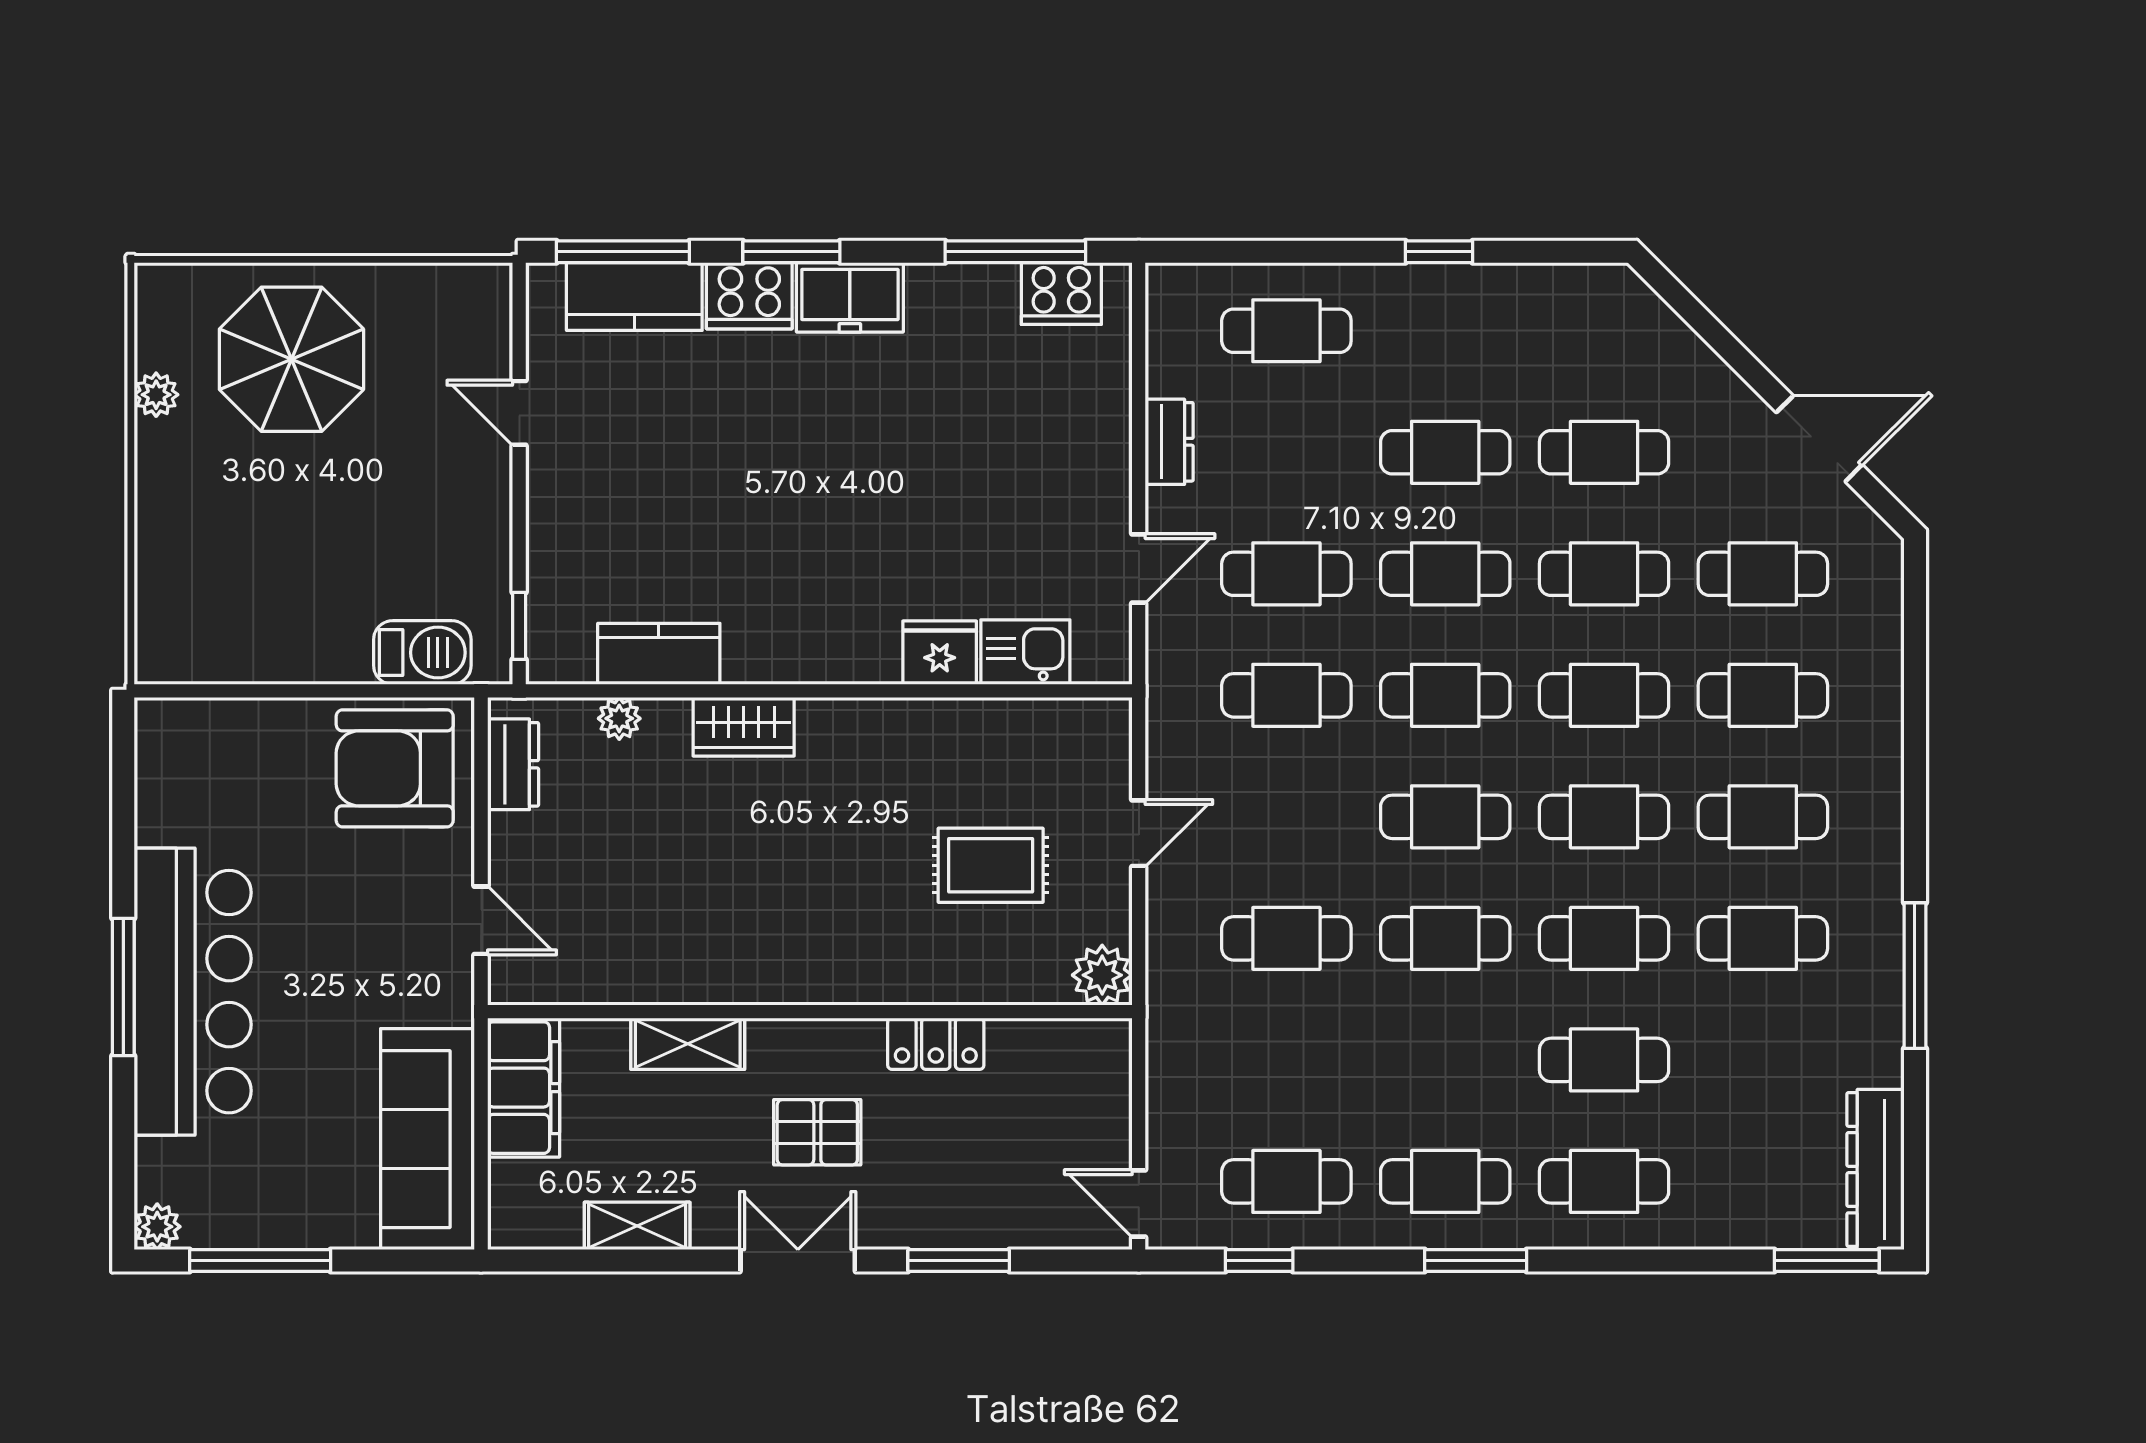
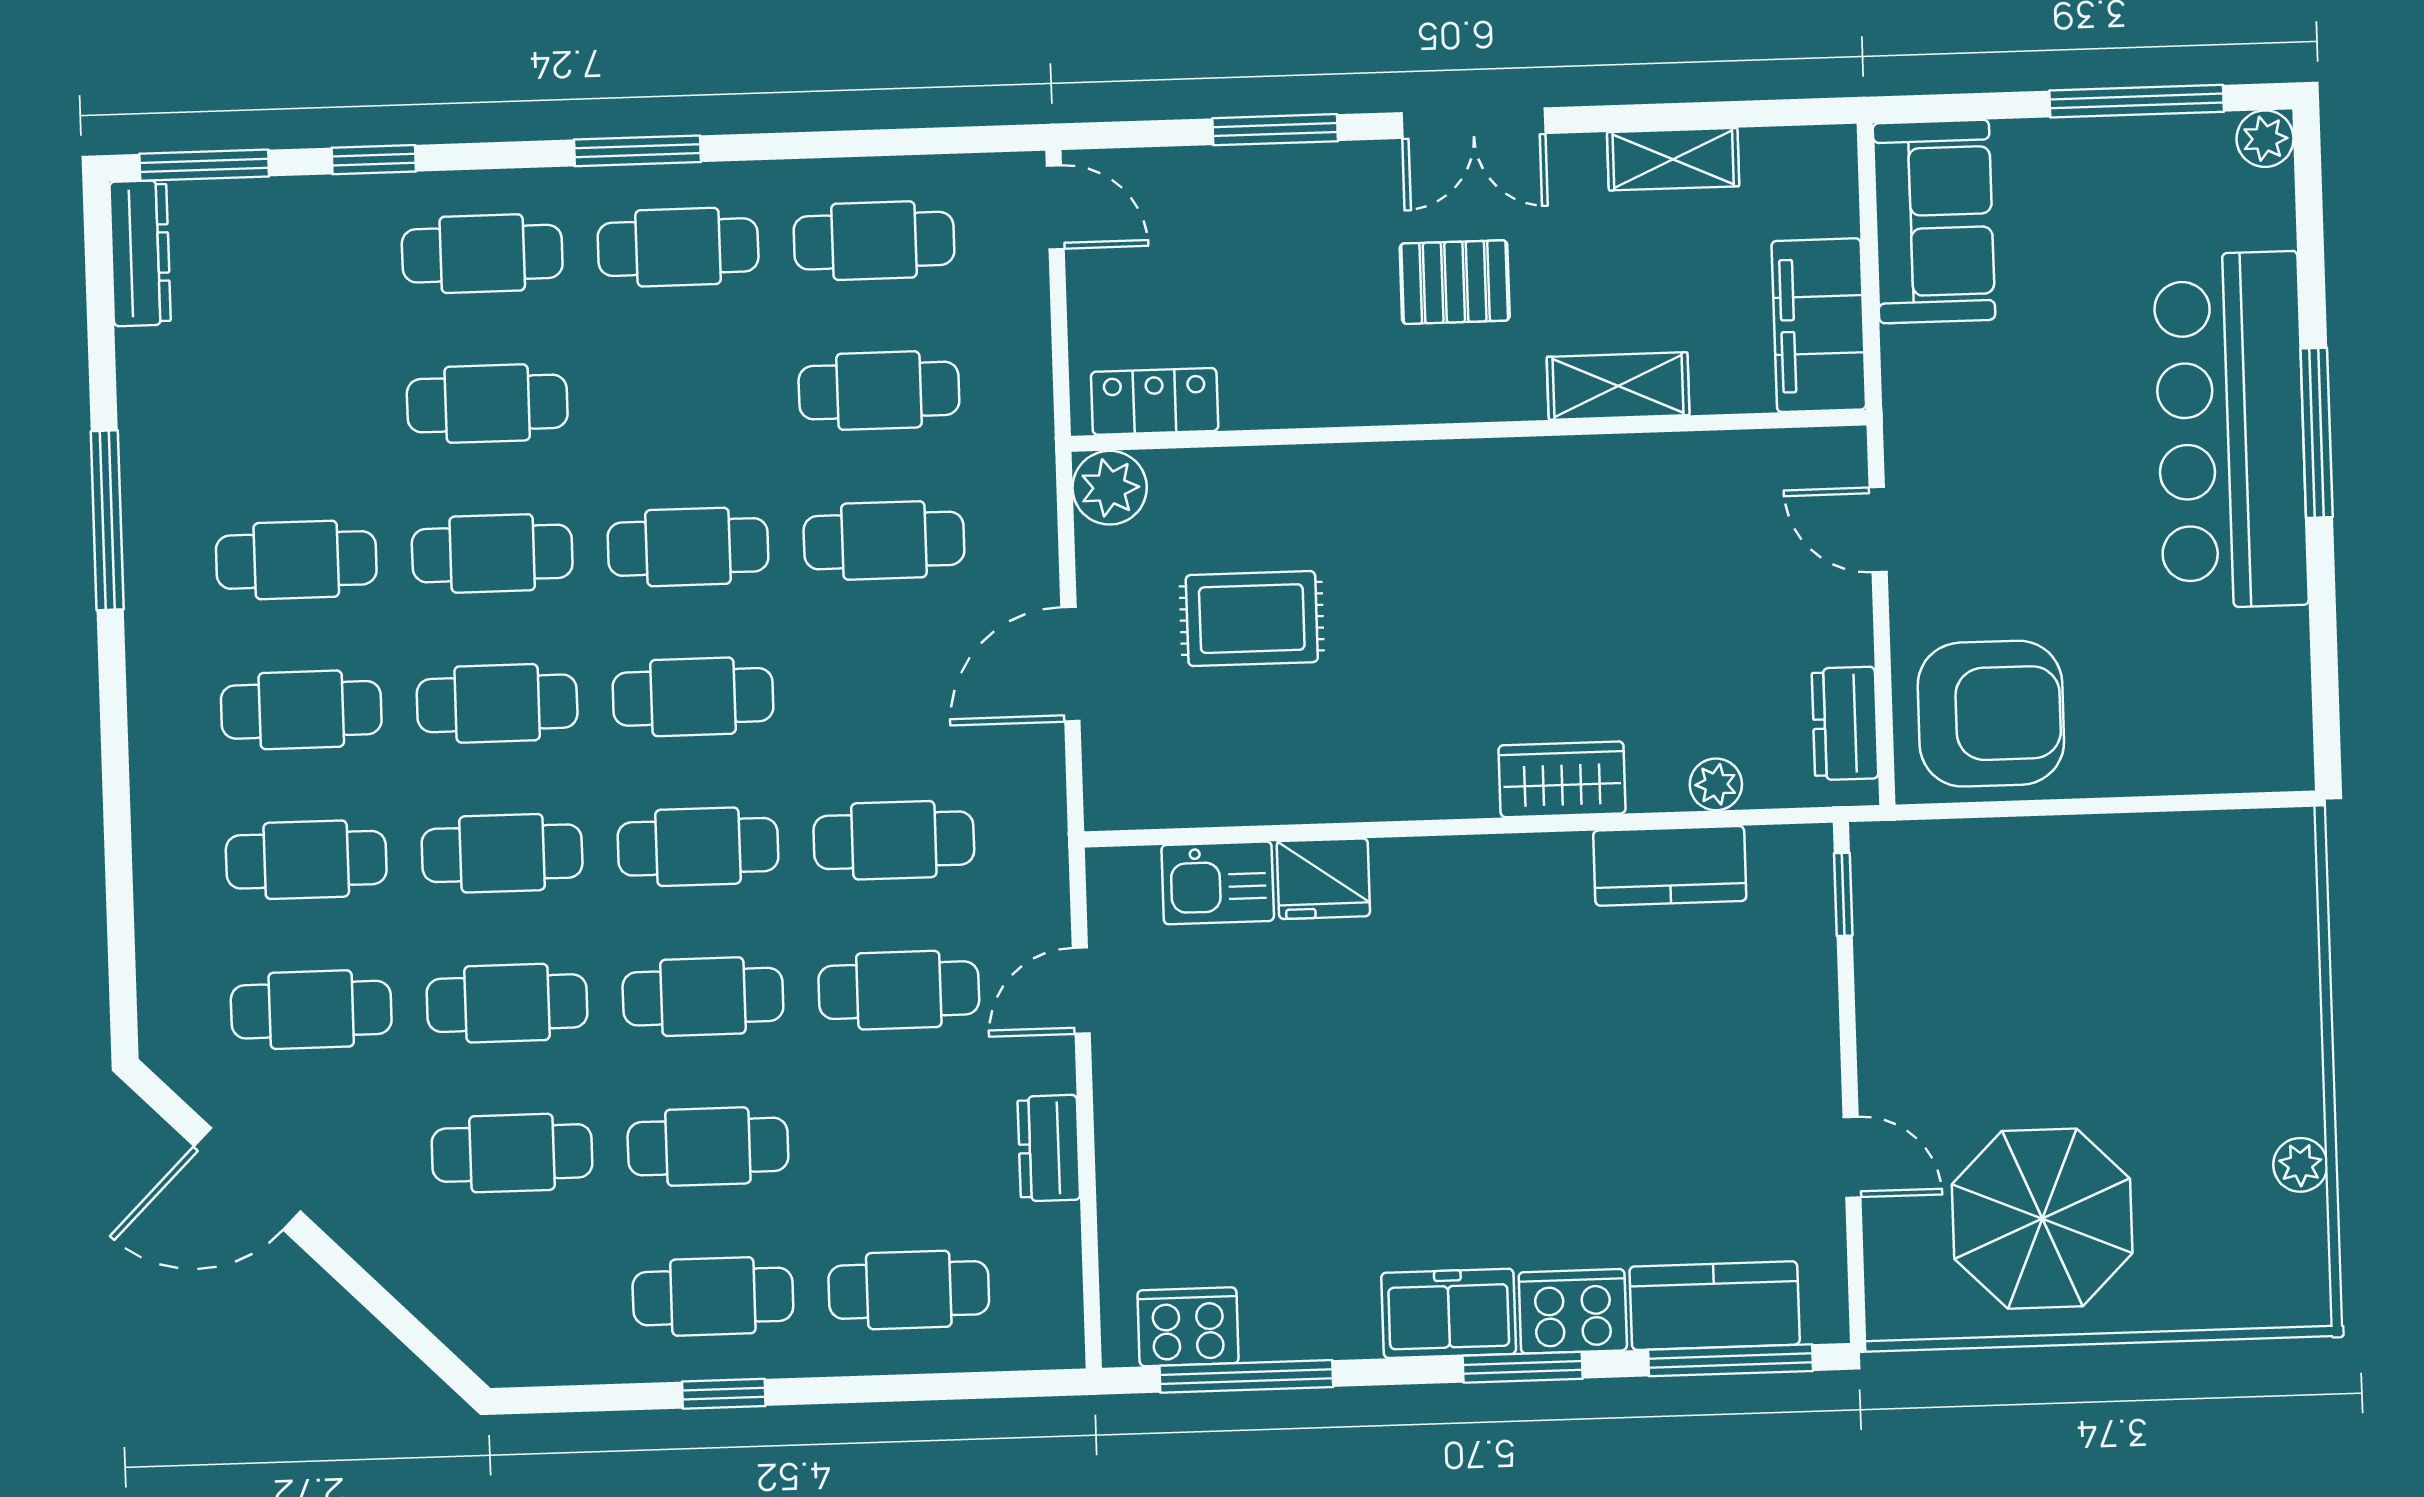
cafe table: (1445, 331) -> (713, 1296), added
parasol: (291, 359) -> (2042, 1219), moved
barbecue: (422, 653) -> (1962, 858), removed
door: (1139, 833) -> (1070, 664), width x1.37
locker: (936, 1044) -> (1155, 401), moved
cafe table: (1286, 1060) -> (879, 391), added
sofa: (428, 1139) -> (1934, 222), width x0.73
dresser: (1875, 1170) -> (140, 253), width x0.73, depth x0.80
window: (1259, 1261) -> (374, 160), moved

